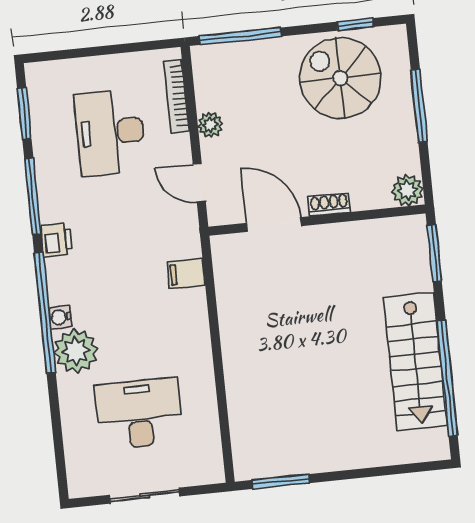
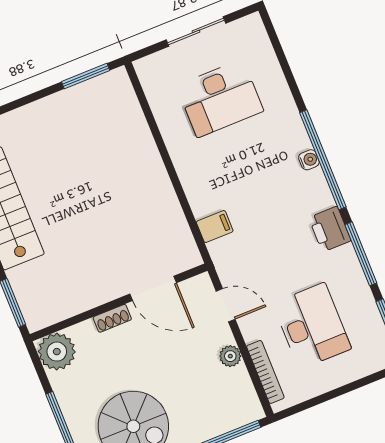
plant: (407, 190) -> (57, 352), width x1.36, depth x1.36
printer: (56, 240) -> (330, 229), width x1.36, depth x1.24
plant: (76, 351) -> (288, 135), removed

